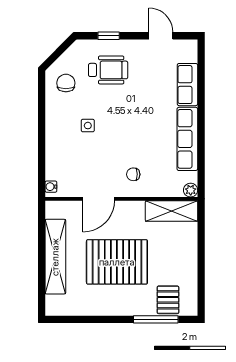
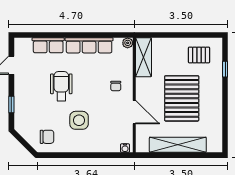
wheelchair: (108, 70) -> (61, 86), moved
chair: (66, 83) -> (47, 137), turned 180
side table: (88, 126) -> (79, 120), width x1.87, depth x1.87
pallet: (168, 300) -> (199, 55), moved
window: (156, 319) -> (225, 69), width x0.46

